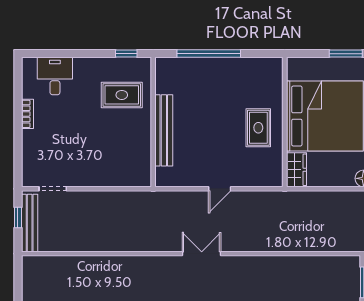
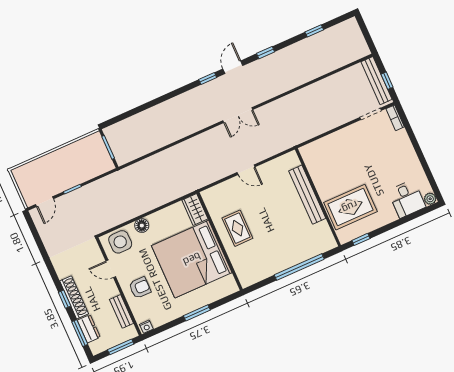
plant: (29, 64) -> (430, 199), added
rug: (122, 95) -> (350, 207), width x1.36, depth x1.43
bookcase: (27, 114) -> (395, 118), moved
door: (220, 189) -> (246, 170), swing flipped

